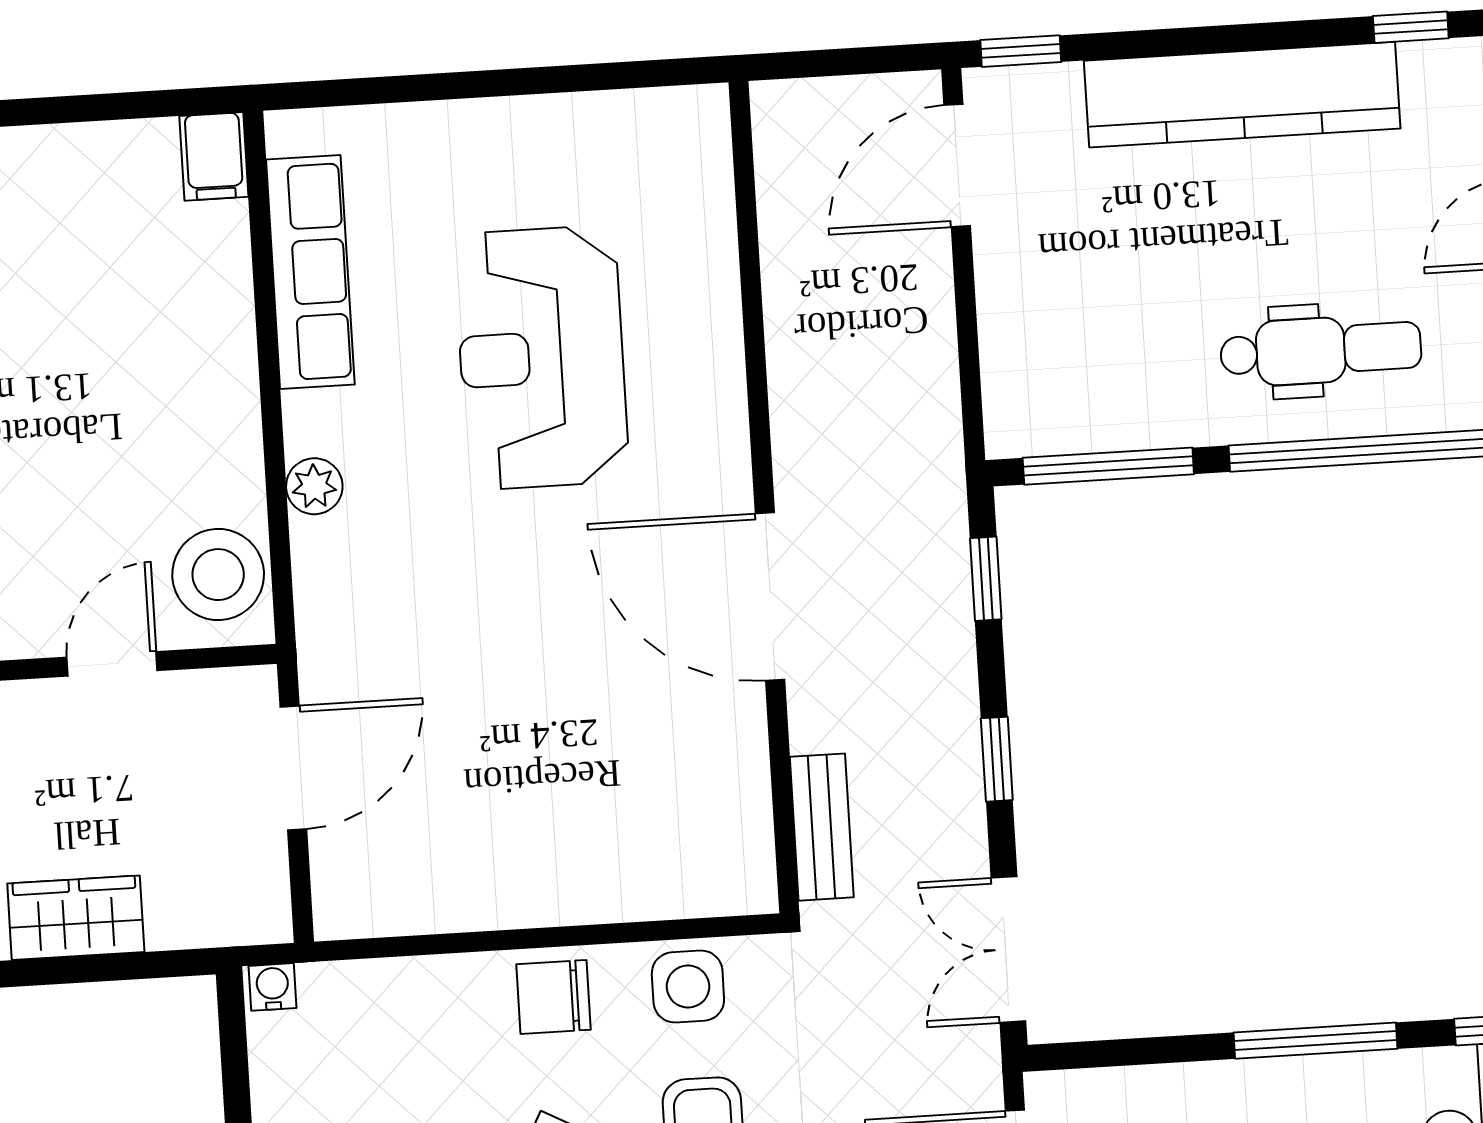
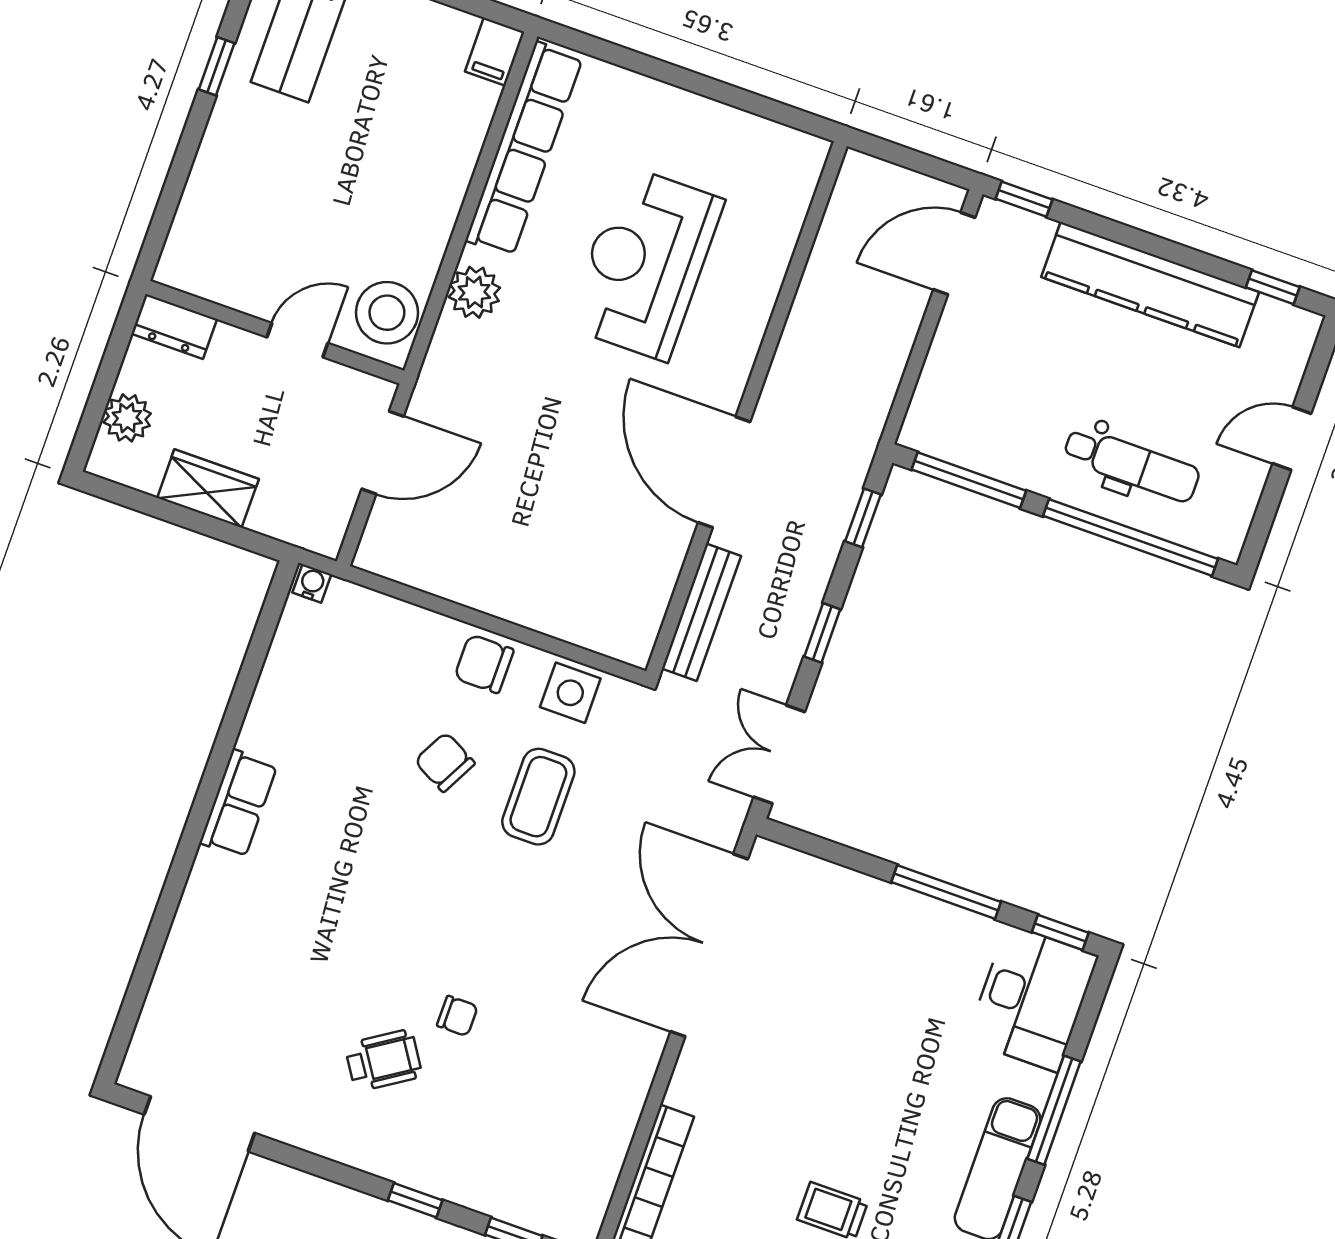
row of seats: (310, 272) -> (524, 149), width x1.36
plant: (314, 486) -> (474, 292), width x1.38, depth x1.38
bench: (822, 827) -> (701, 612), width x1.36

